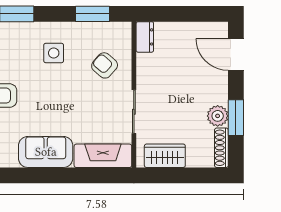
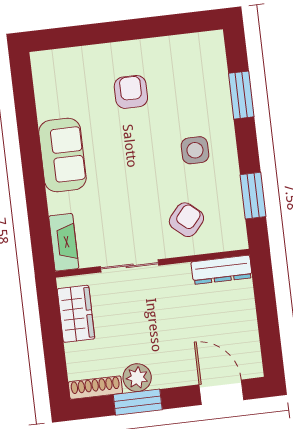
dresser: (145, 37) -> (222, 270), width x1.44
door: (236, 55) -> (221, 392), hinge flipped
fireplace: (103, 156) -> (64, 242), width x0.73, depth x0.76

